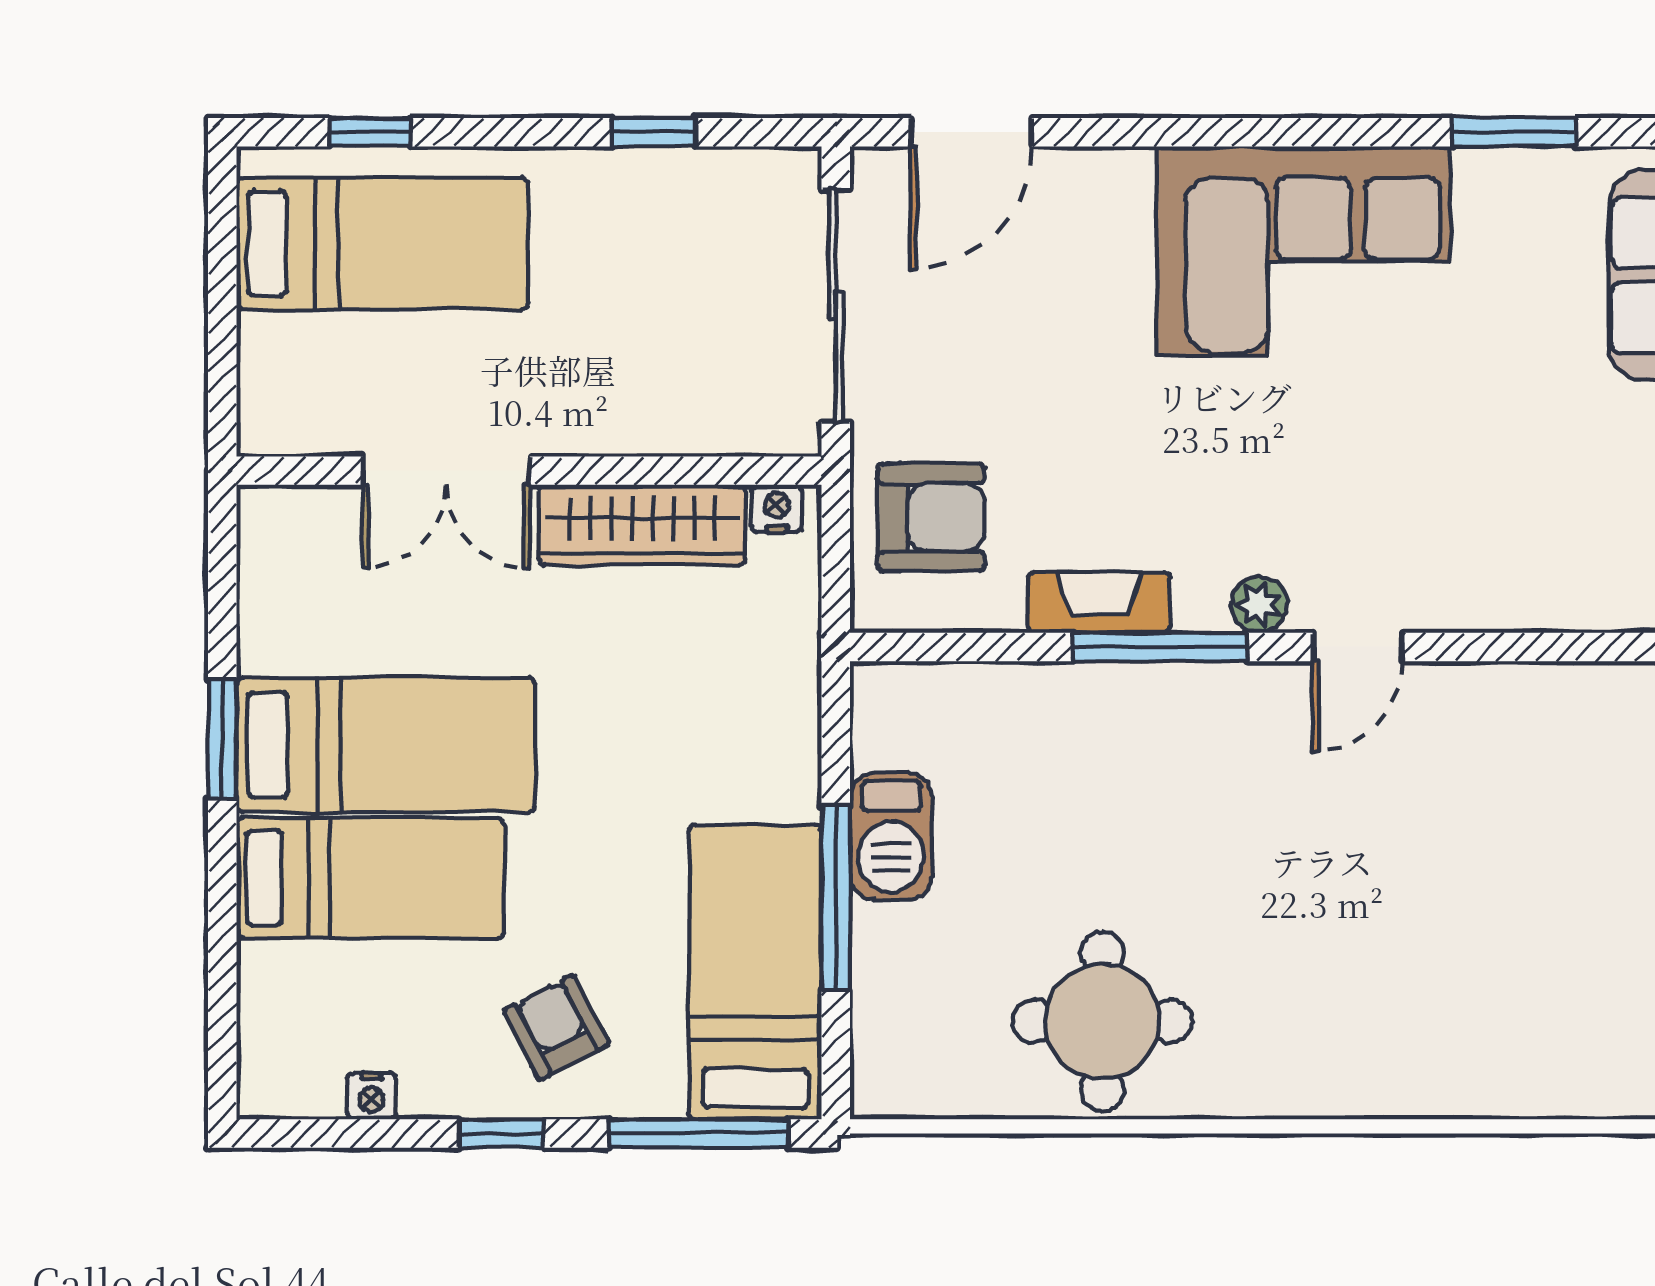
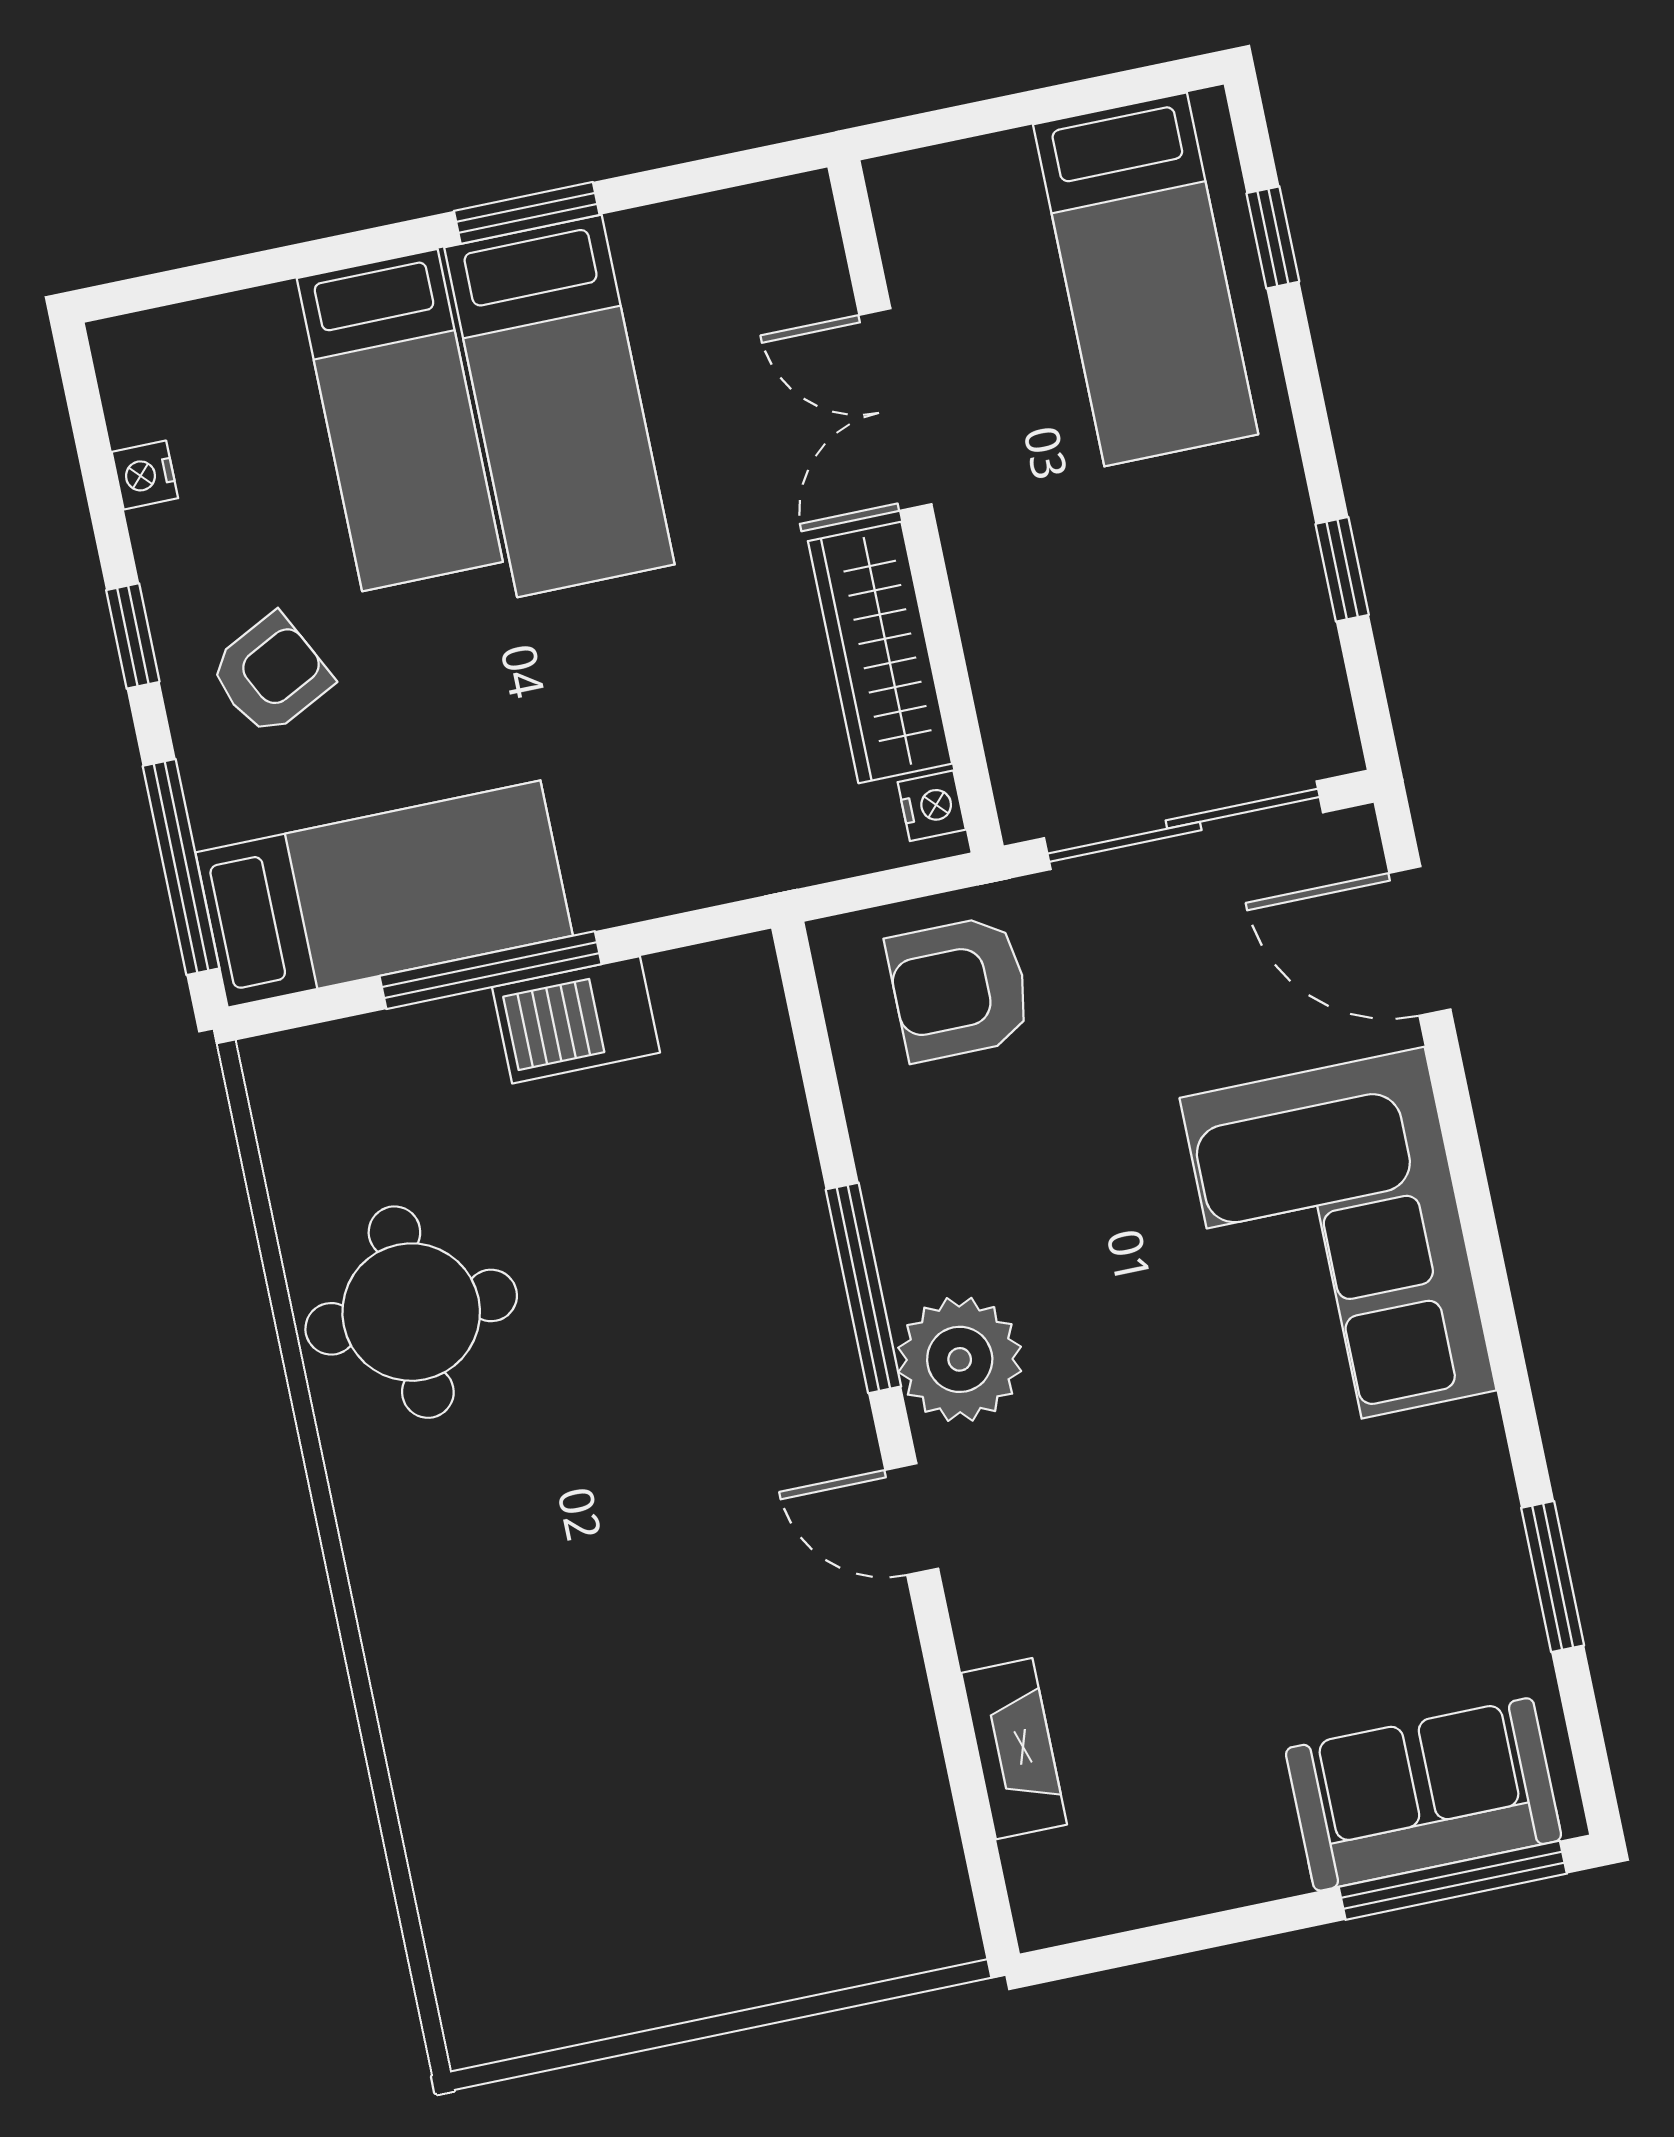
corner sofa: (1303, 251) -> (1338, 1244), moved
armchair: (931, 517) -> (959, 988), turned 90
fireplace: (1099, 602) -> (1014, 1749), moved
plant: (1259, 605) -> (960, 1359), width x1.88, depth x1.88

